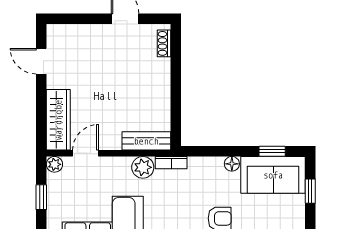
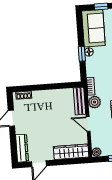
dresser: (71, 34) -> (22, 148), added
window: (272, 151) -> (82, 54), moved
door: (86, 153) -> (88, 124), moved

